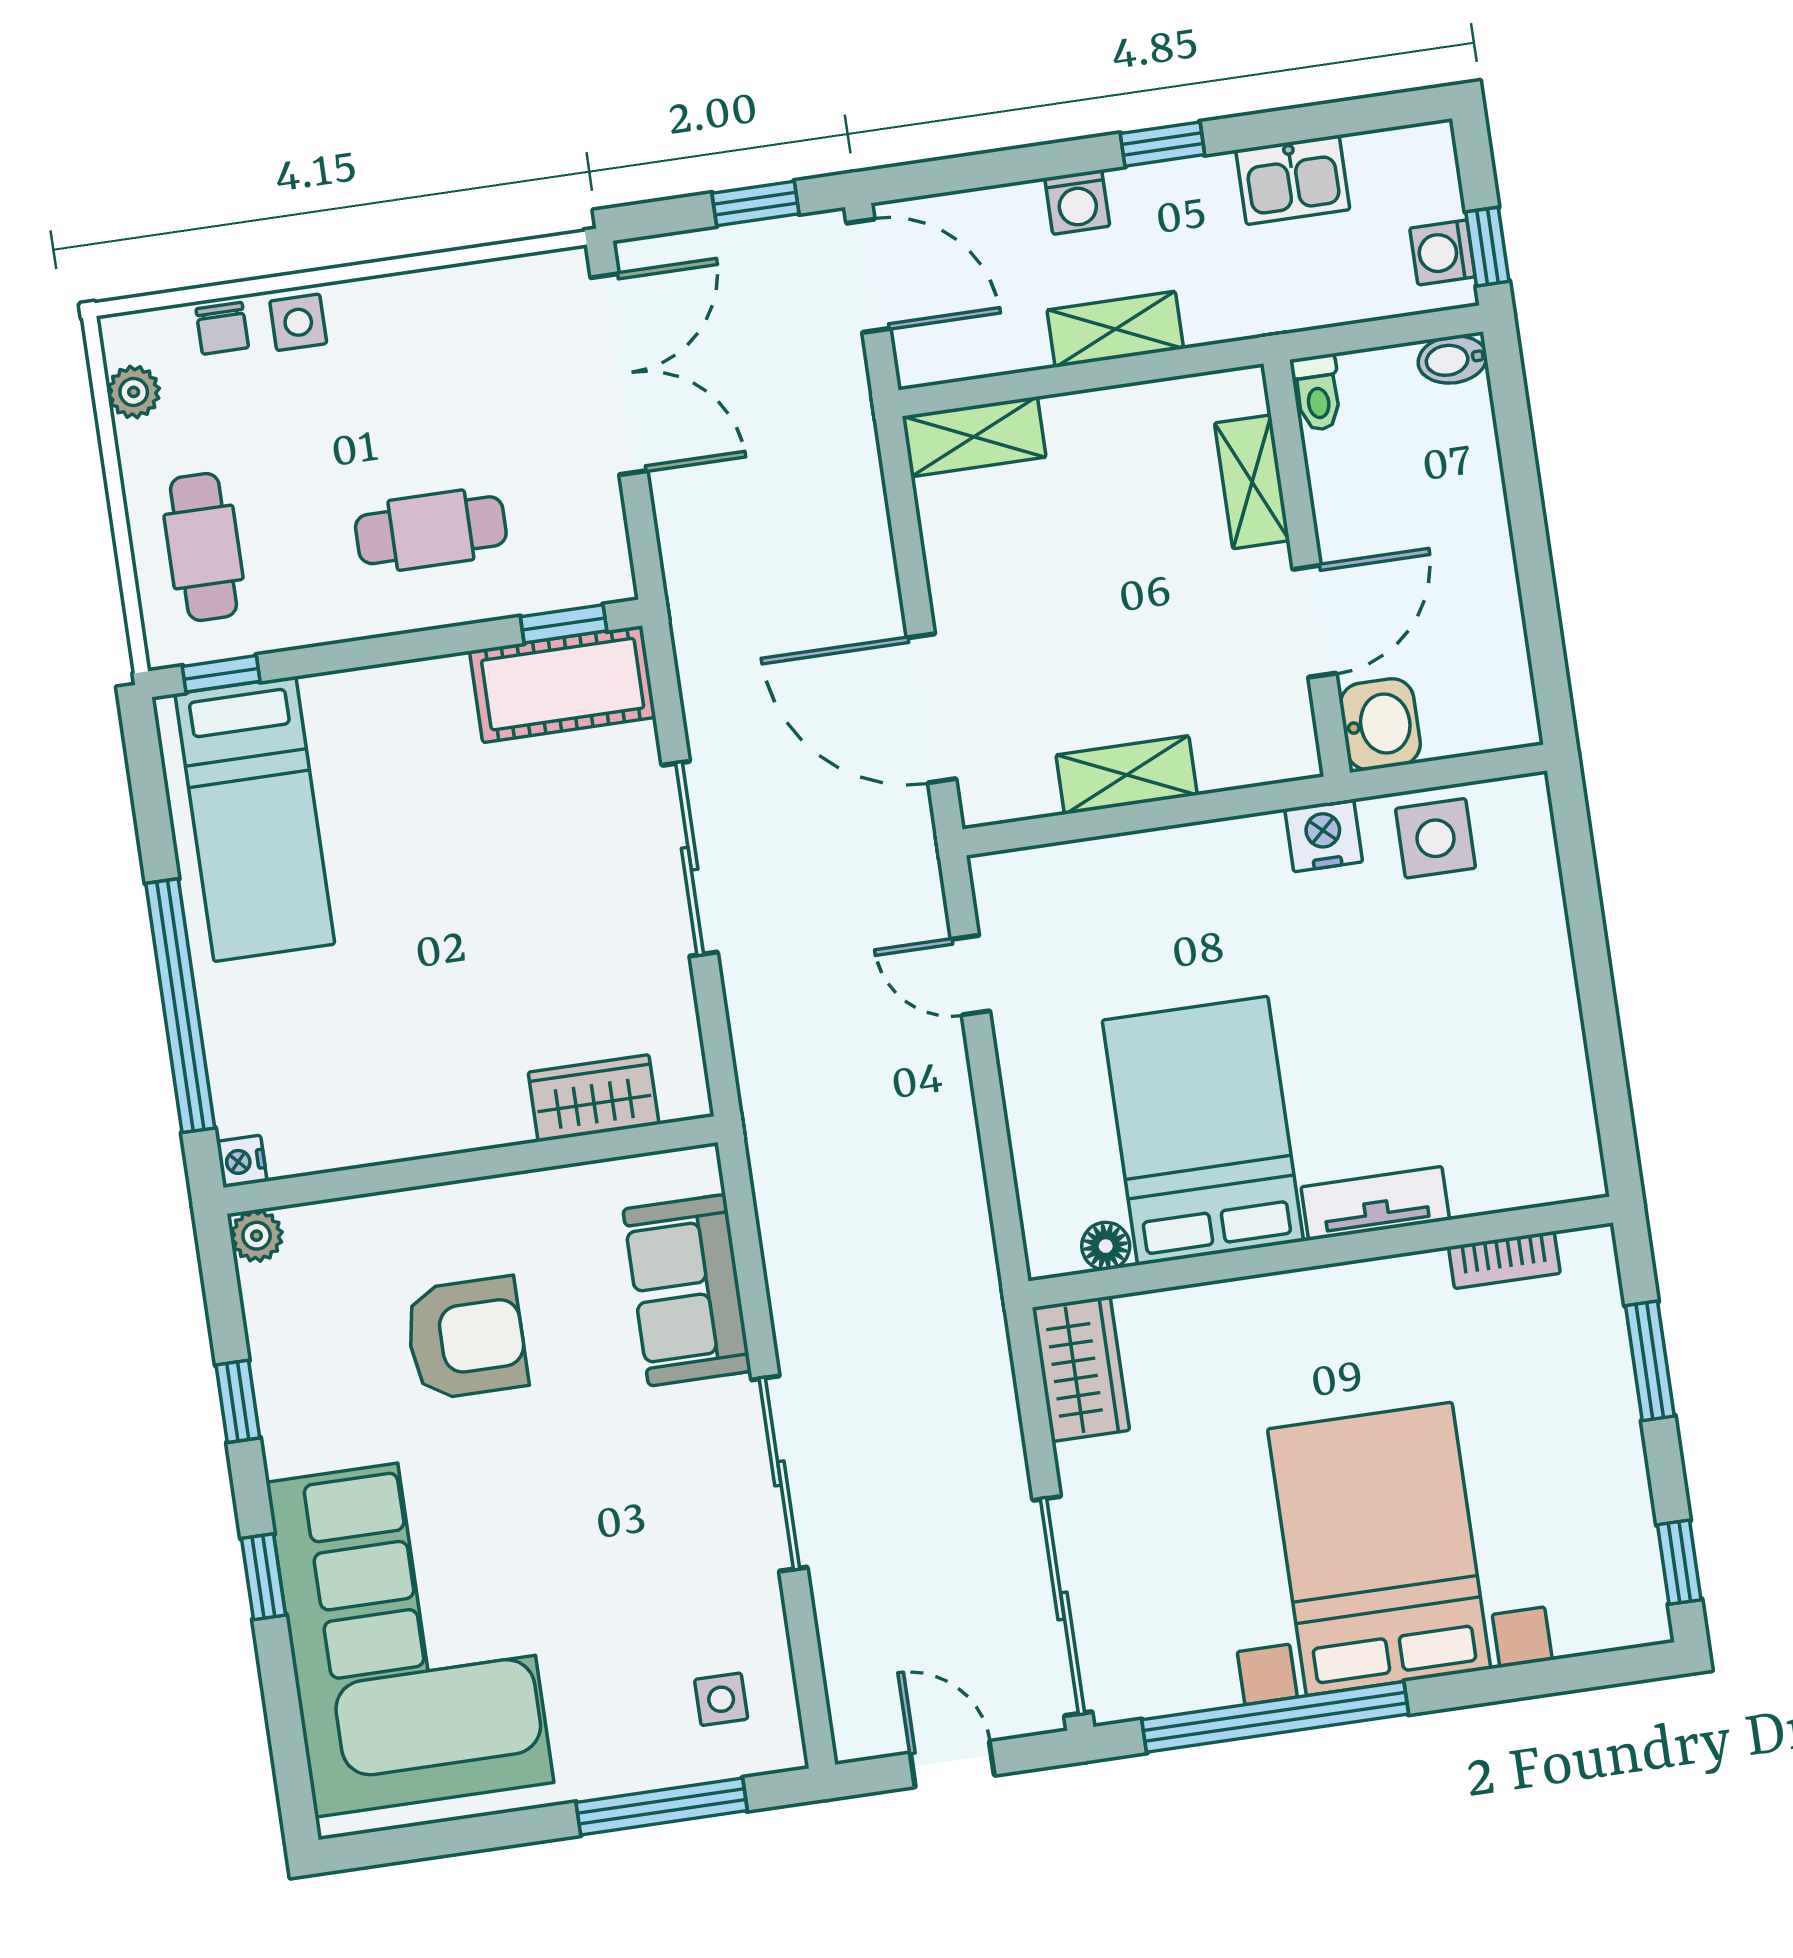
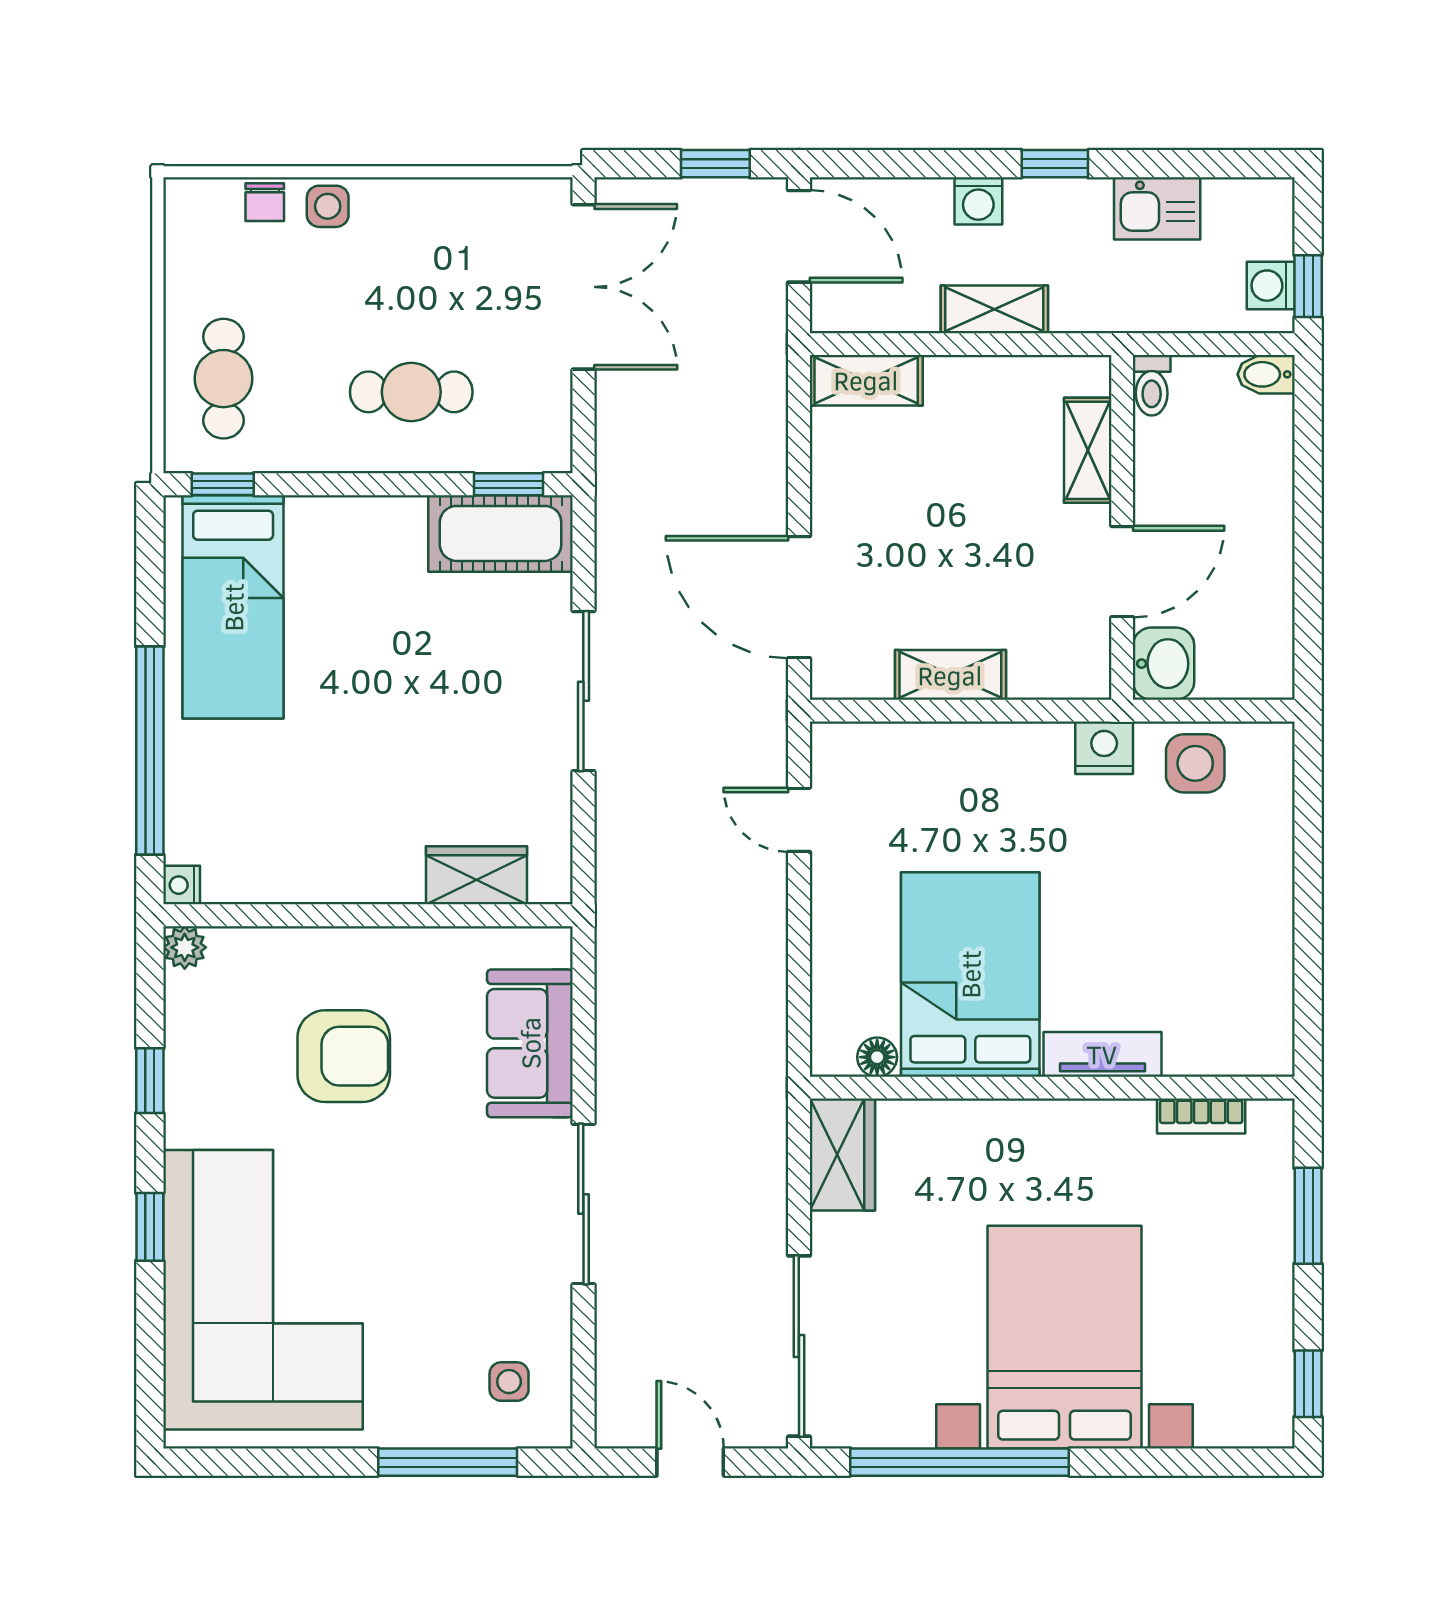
plant: (134, 392) -> (185, 244), removed

